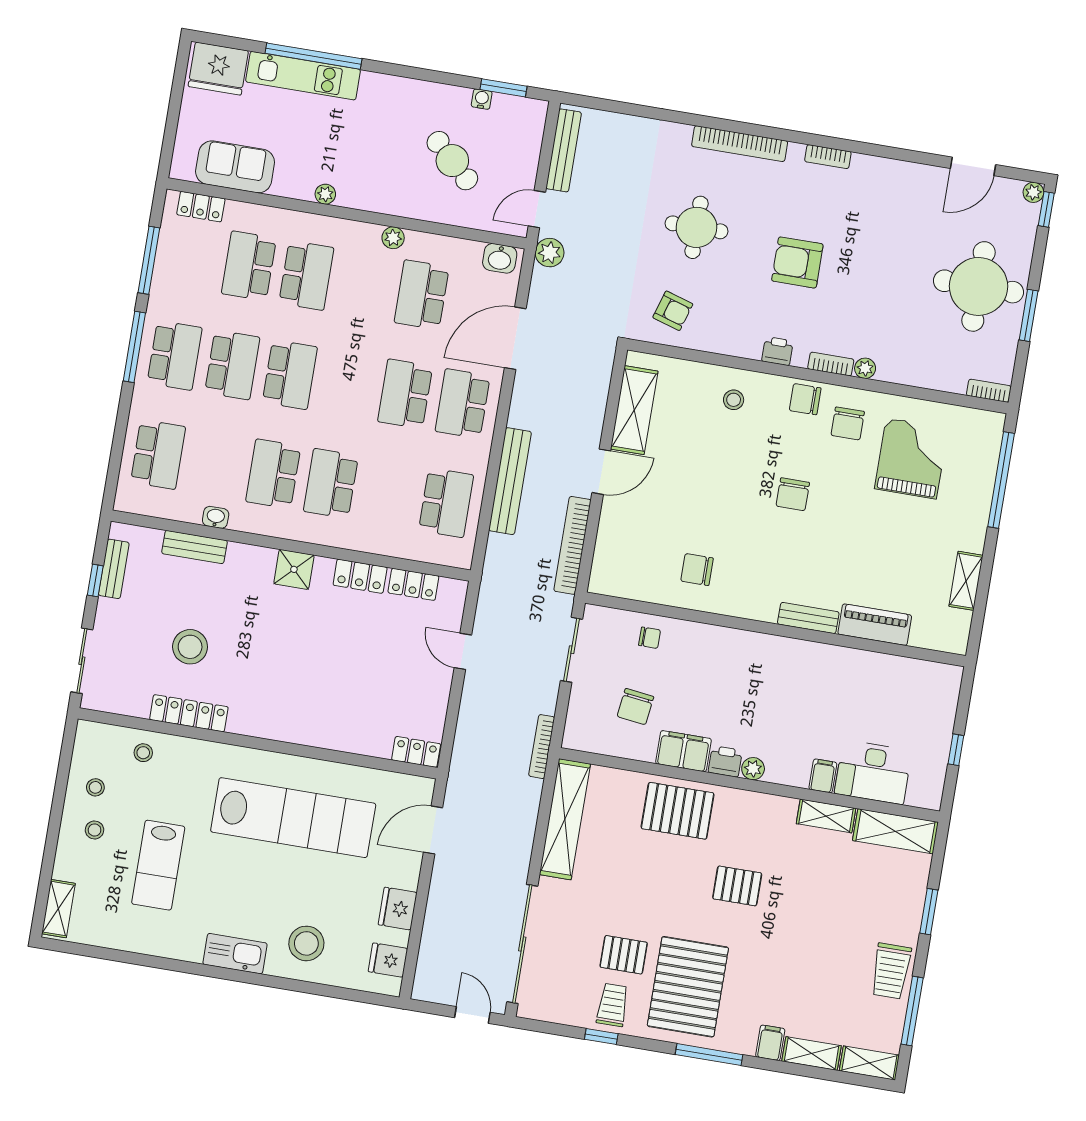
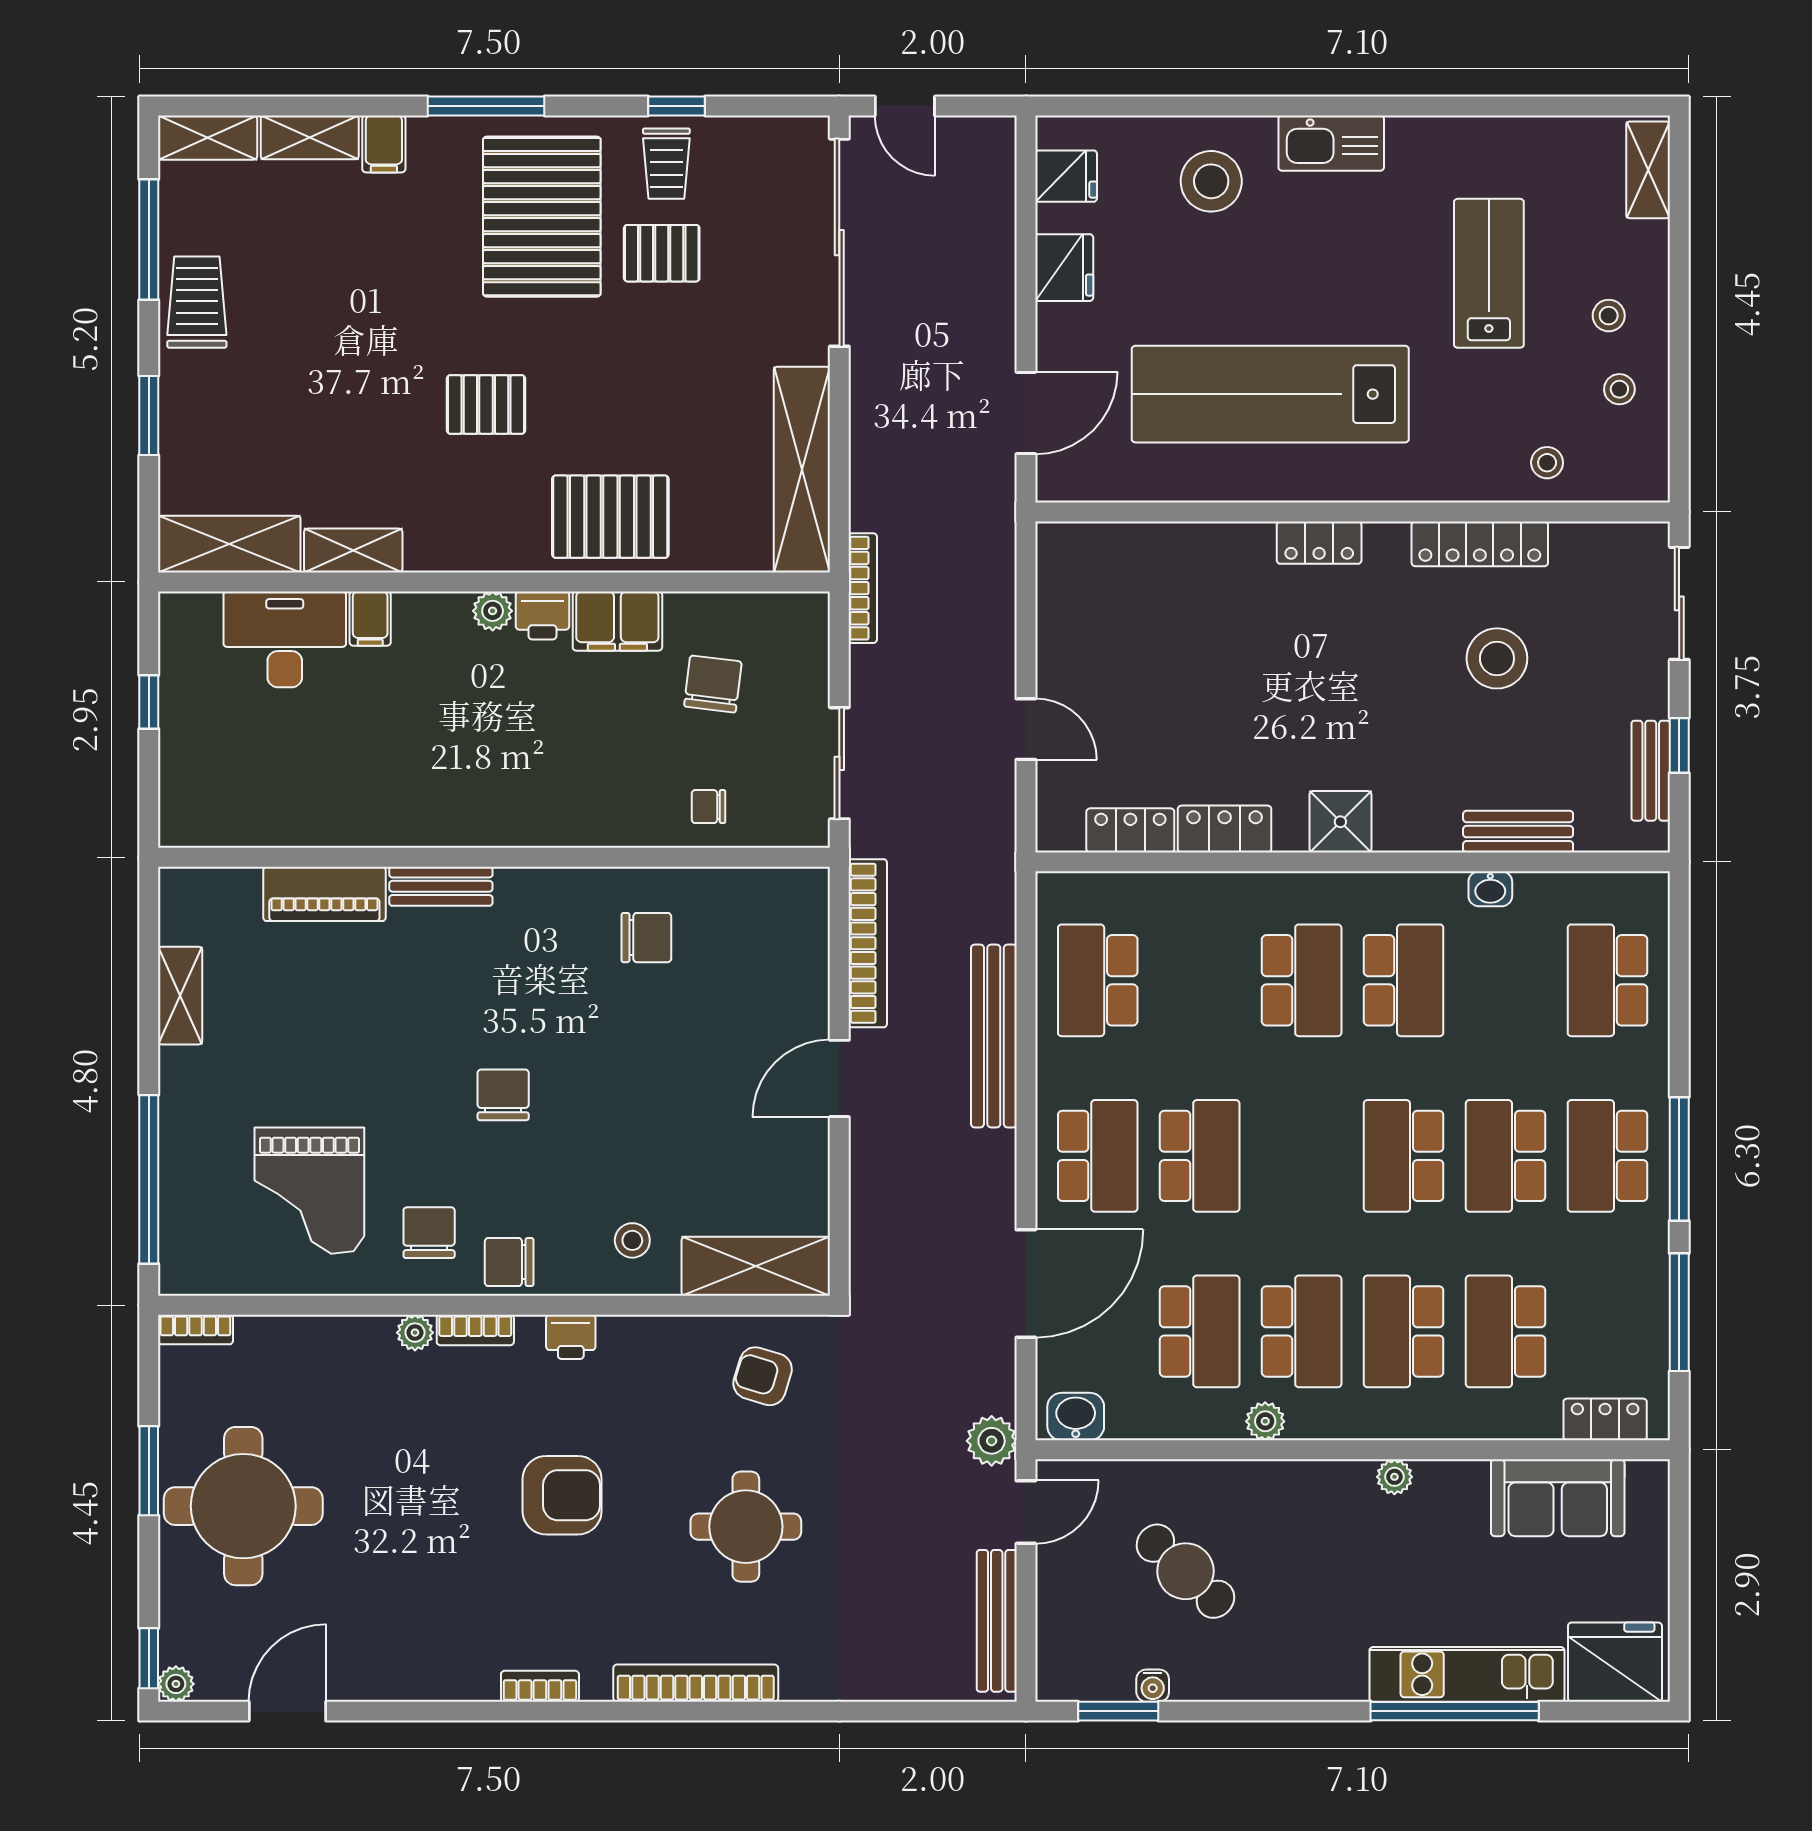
school desk: (249, 266) -> (1506, 1331), turned 180
school desk: (364, 285) -> (1302, 1331), added
chair: (805, 399) -> (509, 1262), turned 180
shelving: (634, 410) -> (756, 1266), moved, turned 90
locker: (416, 752) -> (1319, 543), moved

